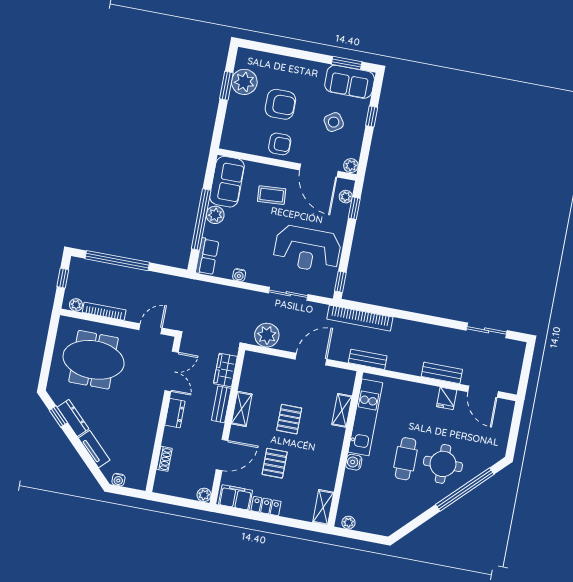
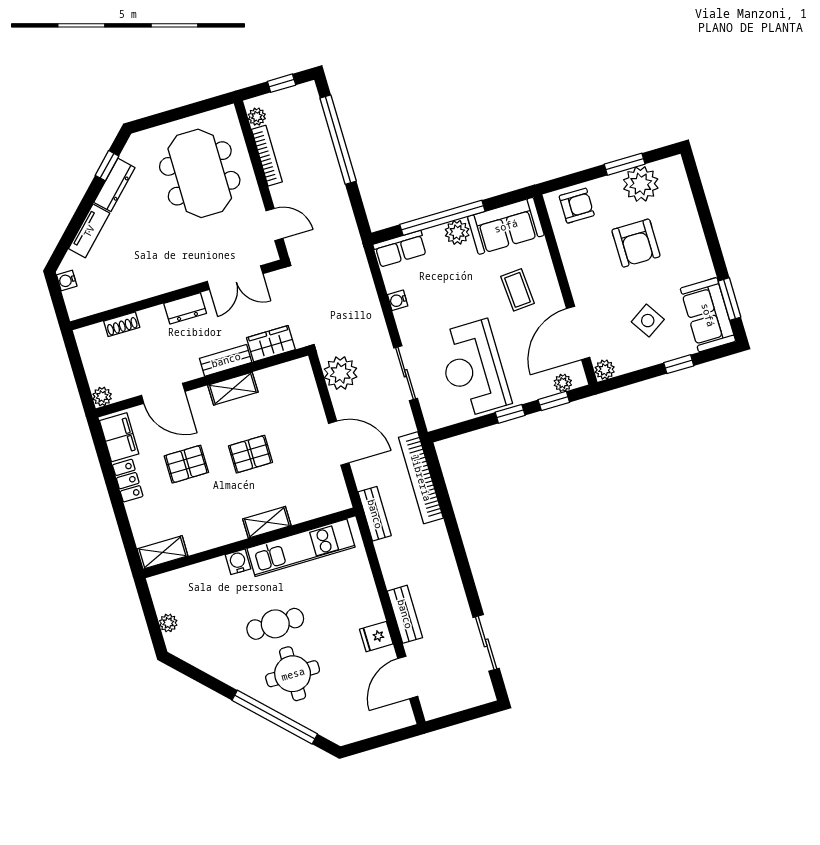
armchair: (280, 144) -> (577, 206), moved, turned -90
window: (340, 282) -> (510, 414), moved
shelving: (342, 410) -> (267, 522), moved
plant: (348, 523) -> (168, 623), moved

